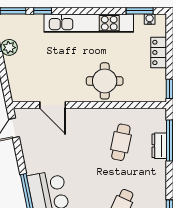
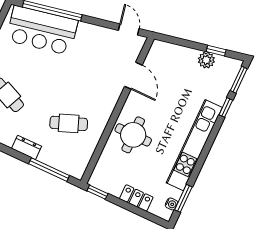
door: (53, 105) -> (133, 76), swing flipped
cafe table: (121, 142) -> (69, 123), turned -33
dresser: (159, 146) -> (26, 147), moved

